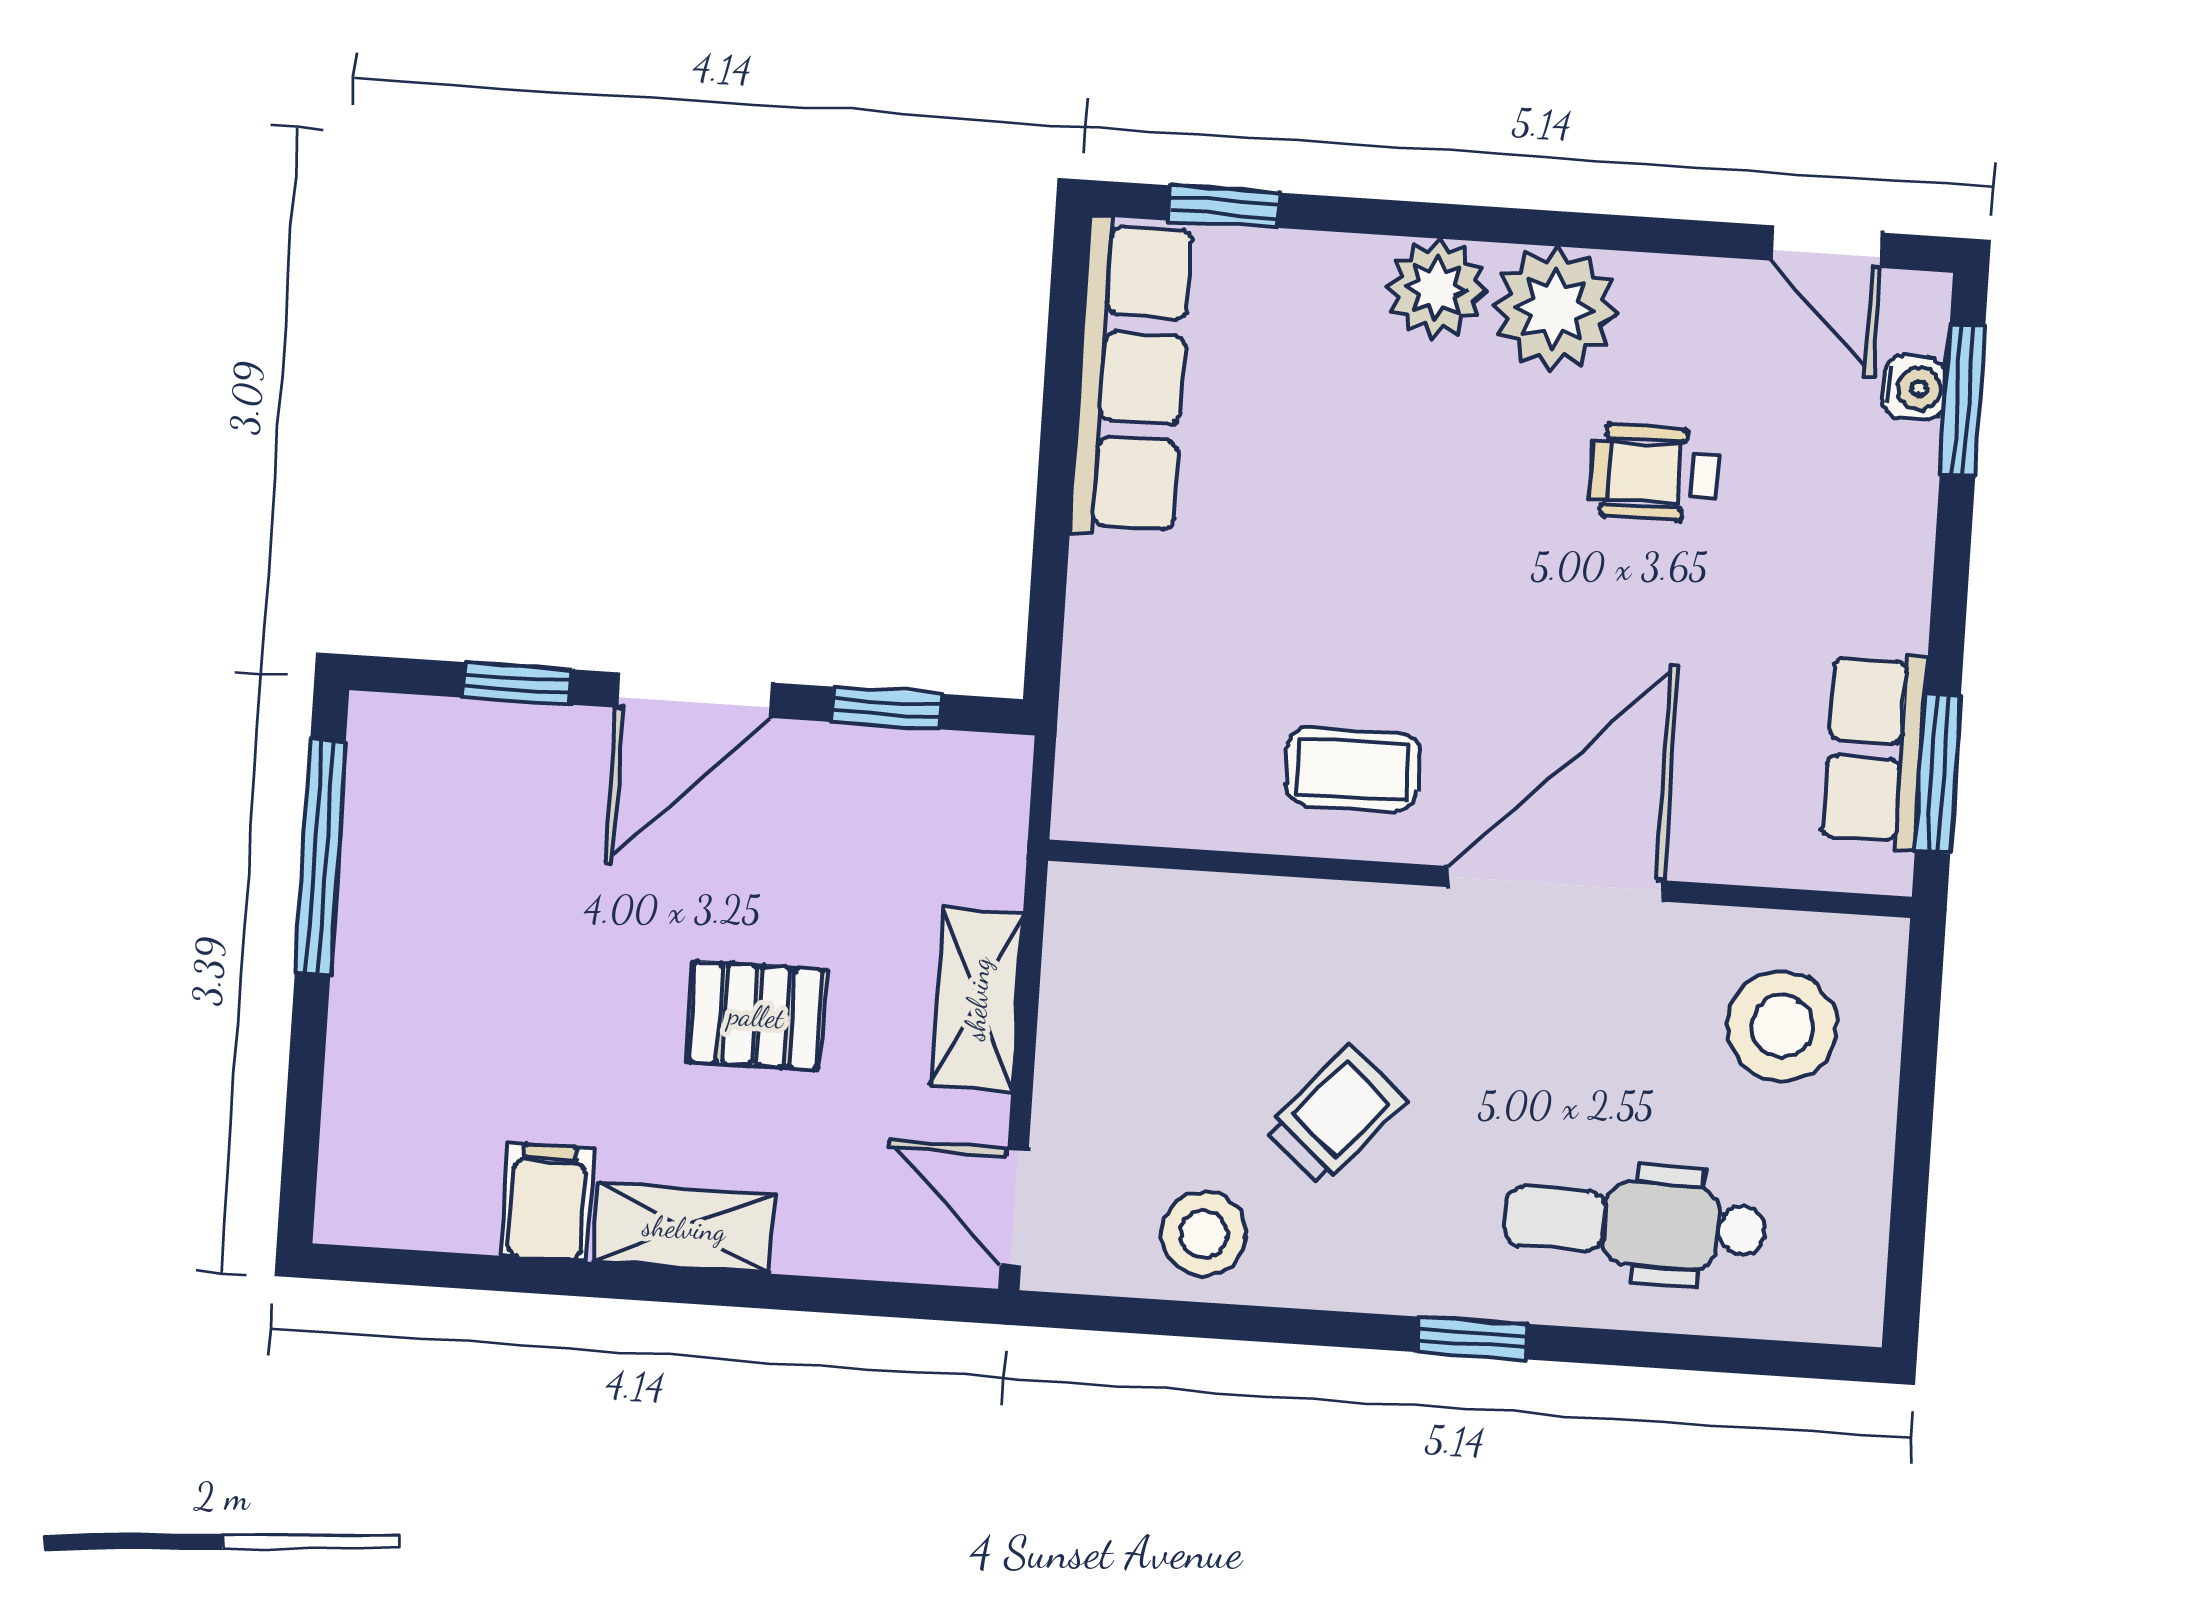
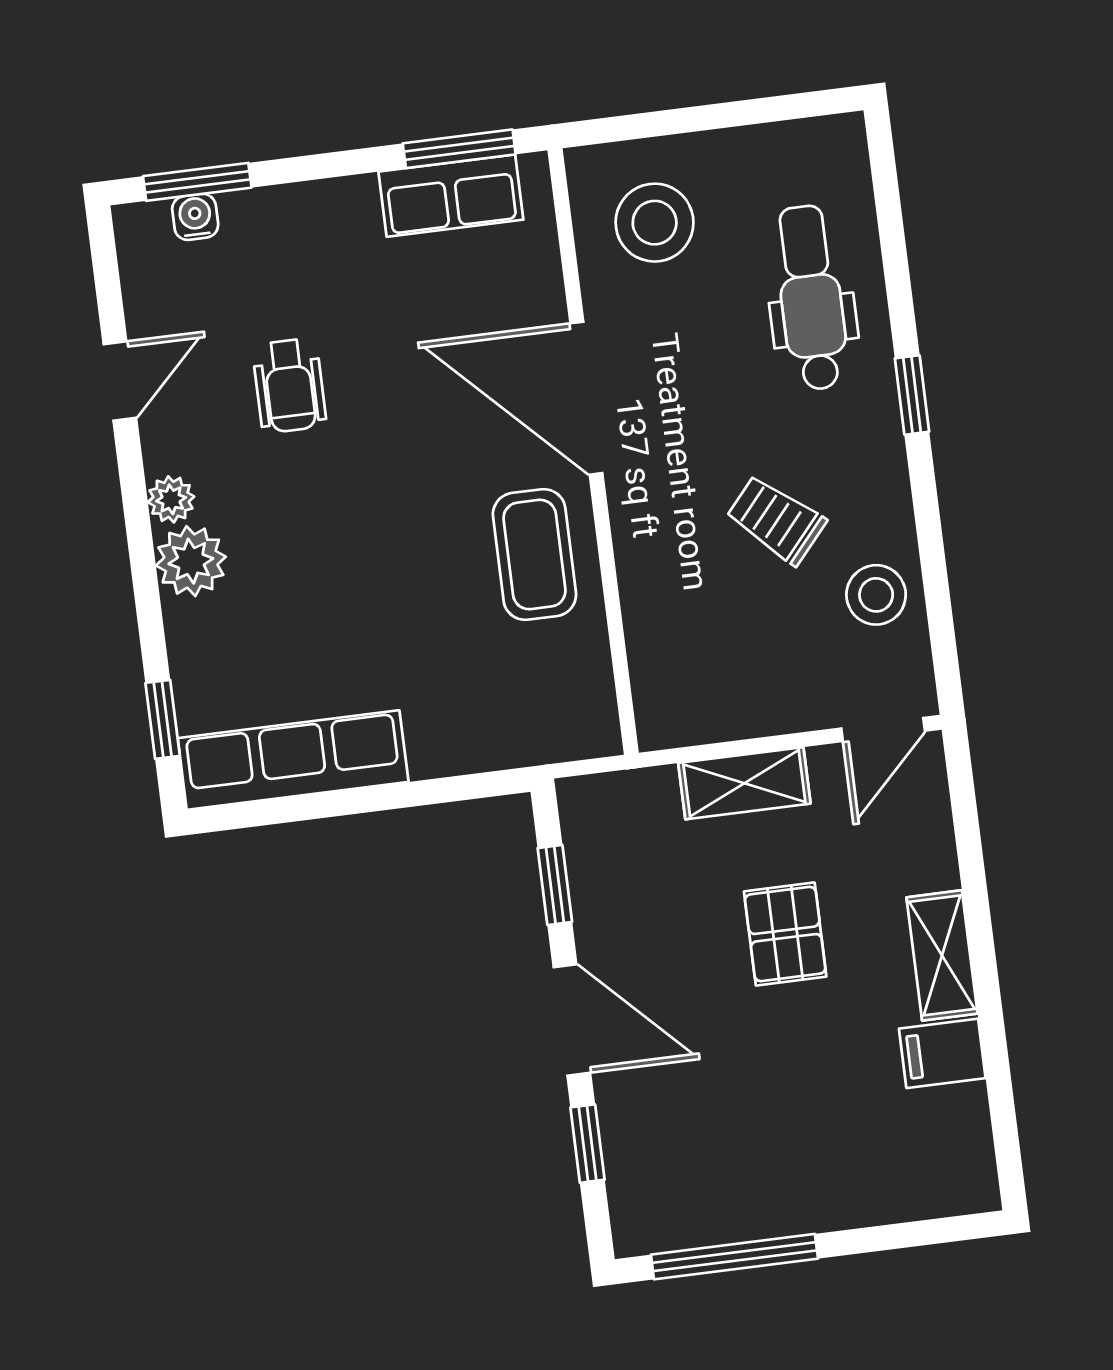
door: (1827, 247) -> (120, 381), moved
plant: (1555, 309) -> (171, 499), width x0.53, depth x0.53
coffee table: (1352, 769) -> (534, 555), width x1.36, depth x1.30
dental chair: (1635, 1224) -> (811, 298), turned 180

